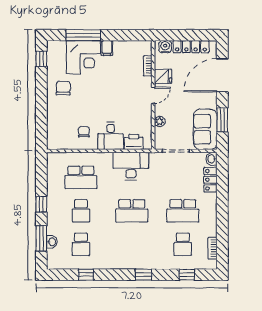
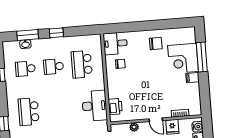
window: (41, 59) -> (179, 23), removed
desk: (111, 136) -> (115, 43), moved
school desk: (132, 211) -> (29, 112), moved

